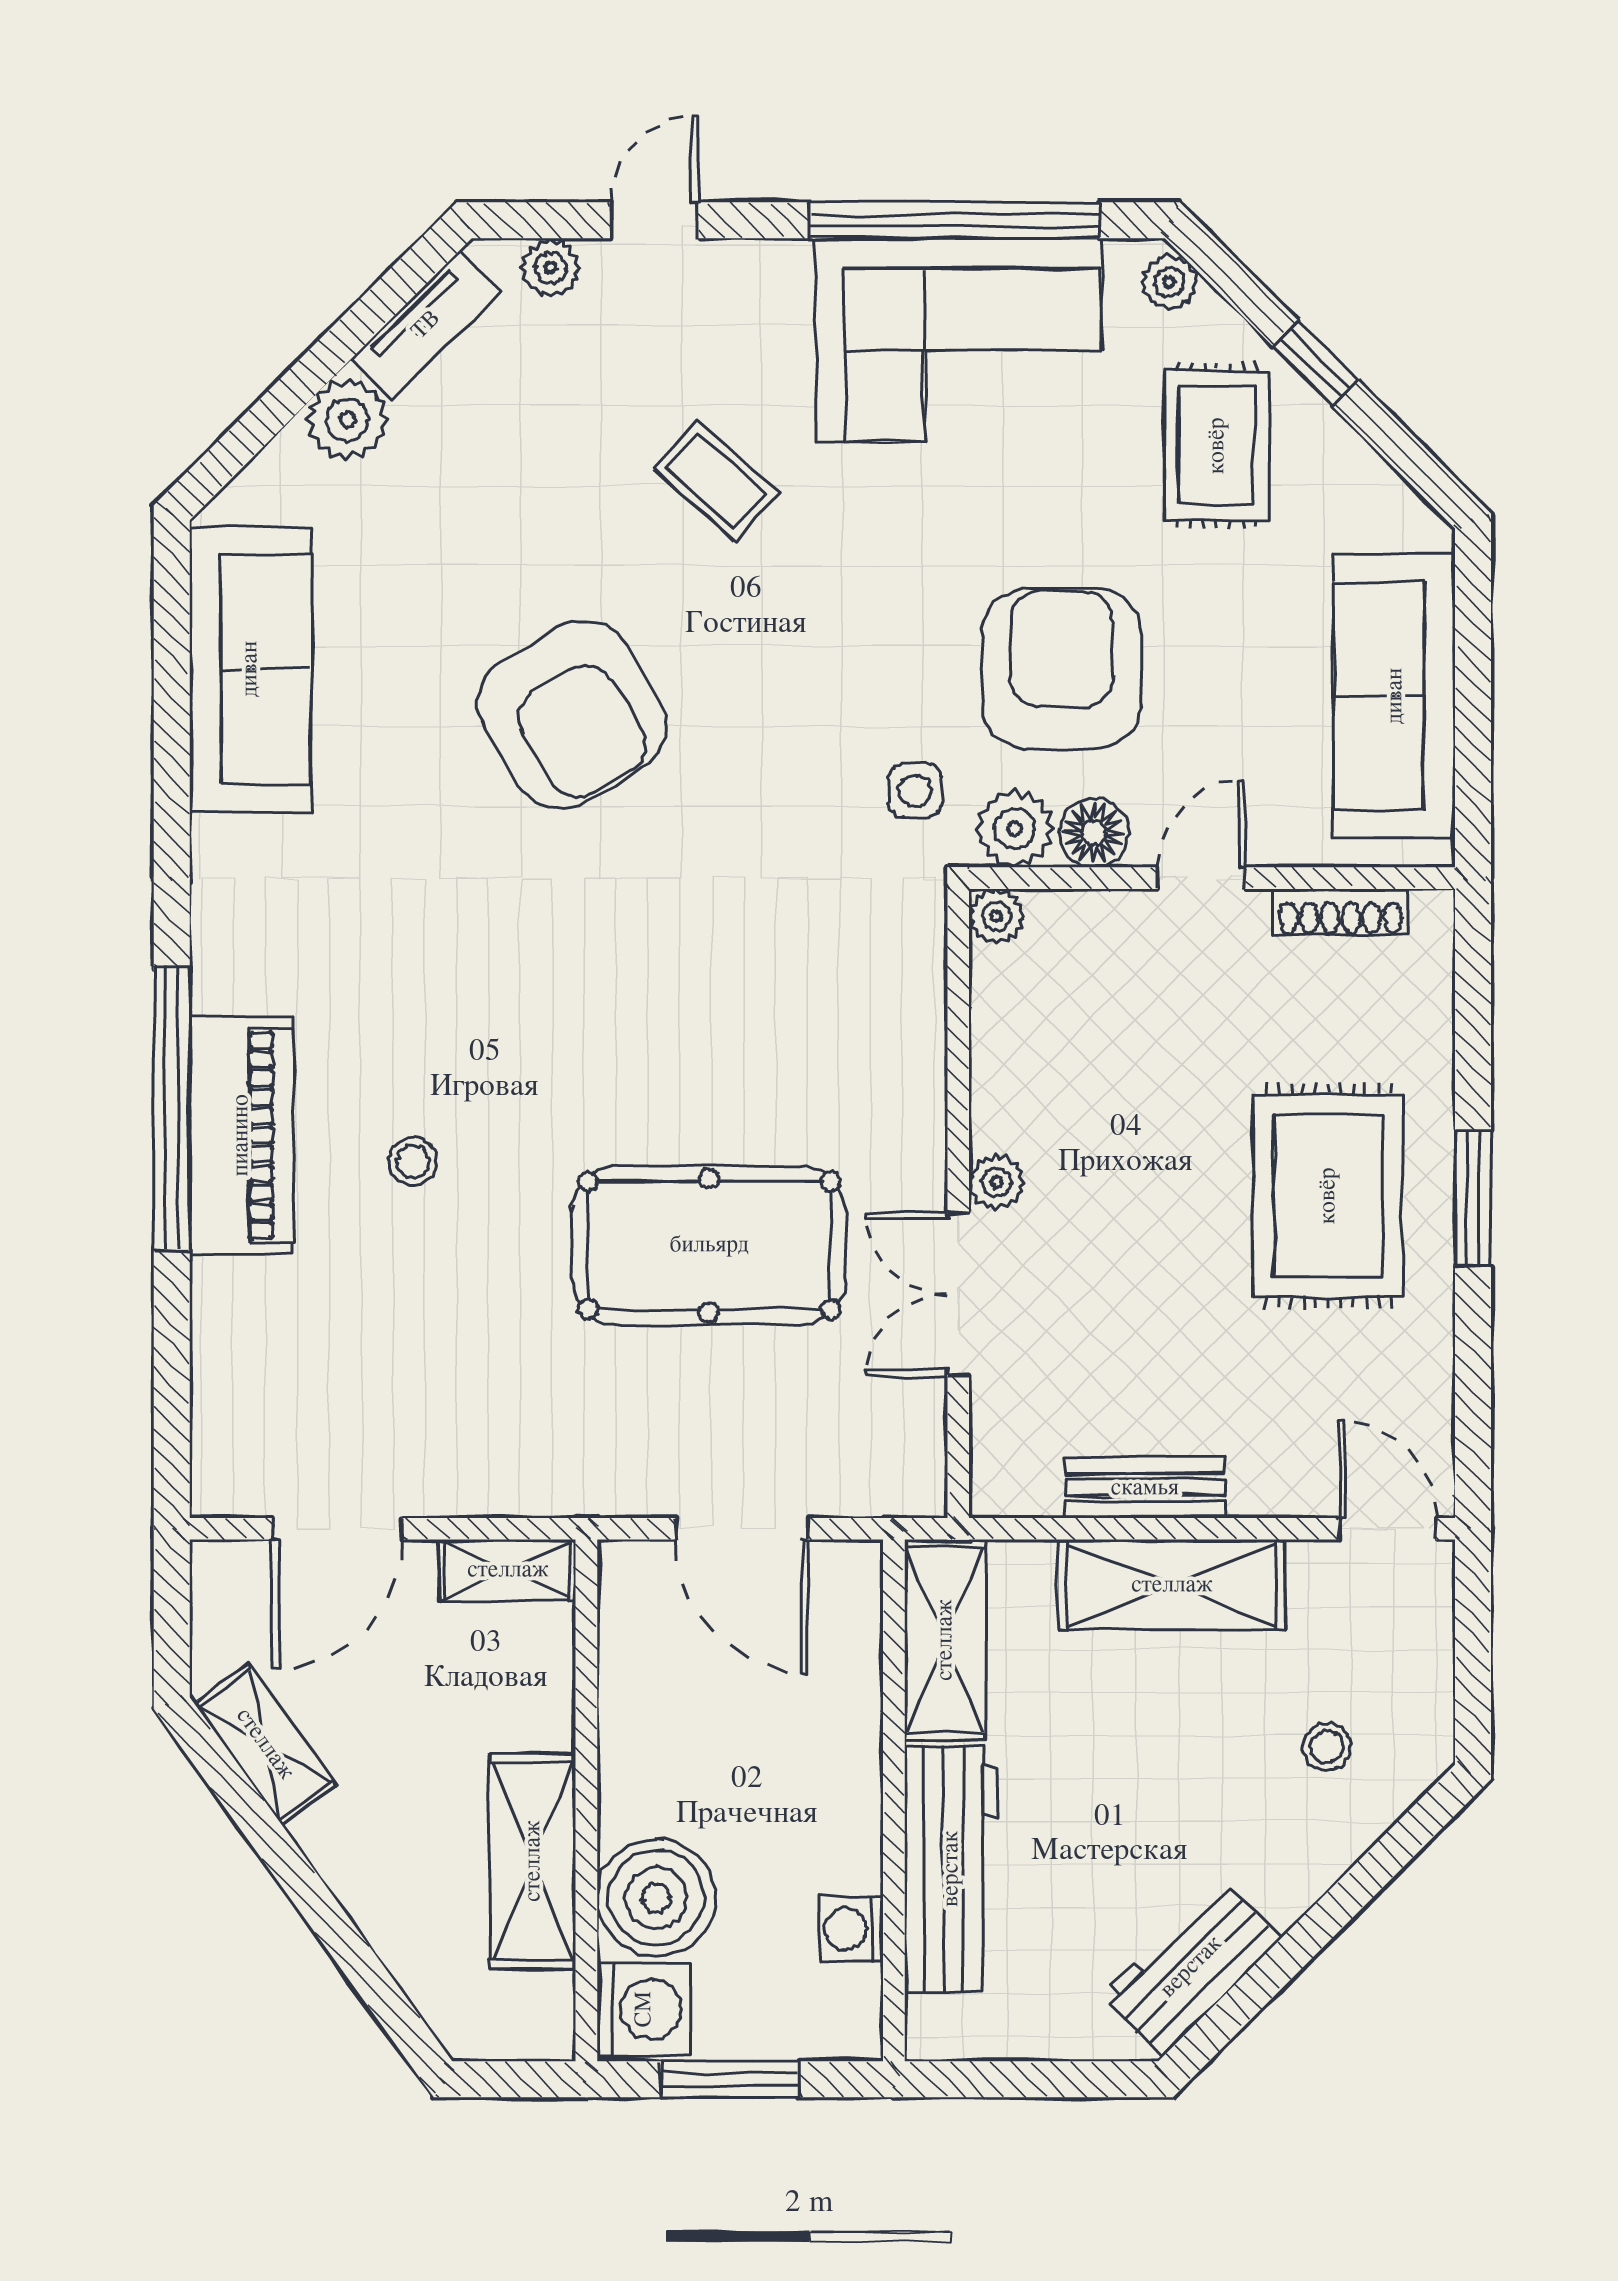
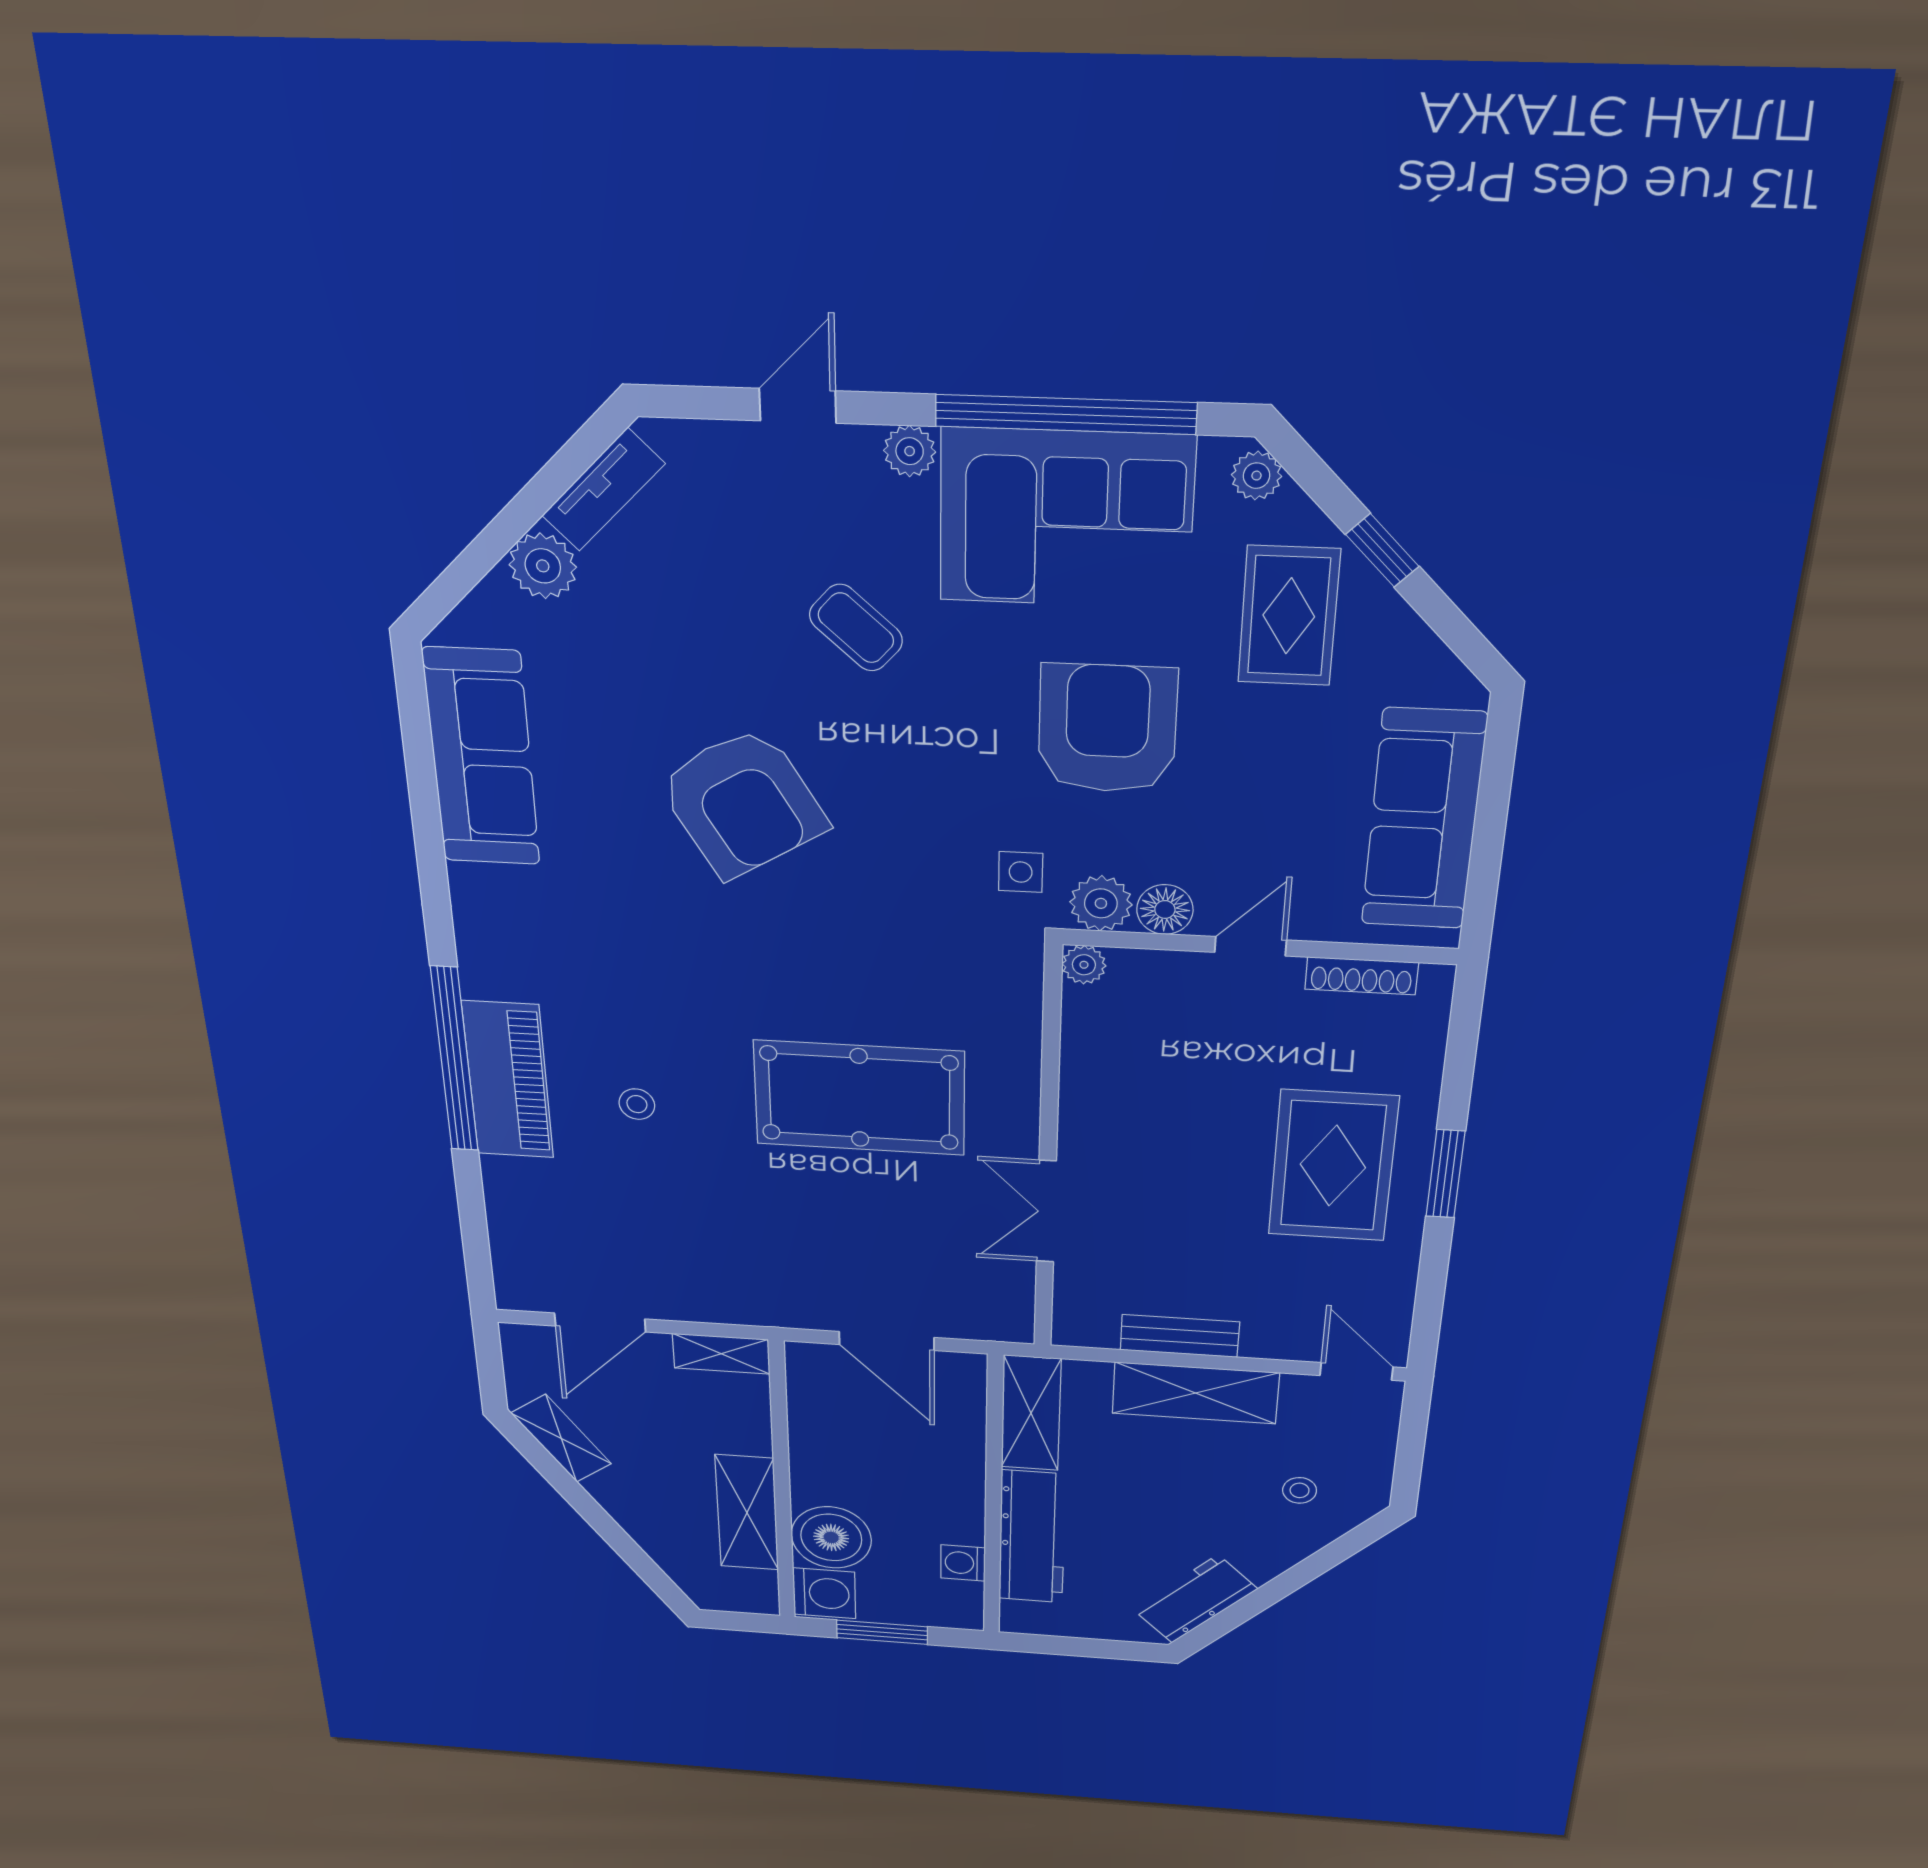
plant: (551, 268) -> (910, 451), moved
armchair: (1061, 668) -> (1107, 729), moved
plant: (997, 1182) -> (1078, 1142), removed
pool table: (709, 1245) -> (859, 1098), moved

